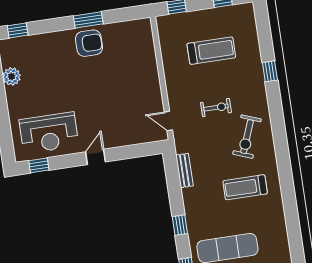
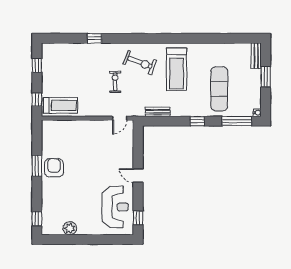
treadmill: (211, 51) -> (60, 105), moved, turned 90
treadmill: (245, 187) -> (177, 69), width x1.37, depth x1.38

